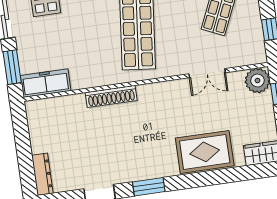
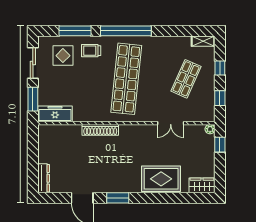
plant: (257, 80) -> (210, 129), width x0.53, depth x0.53

